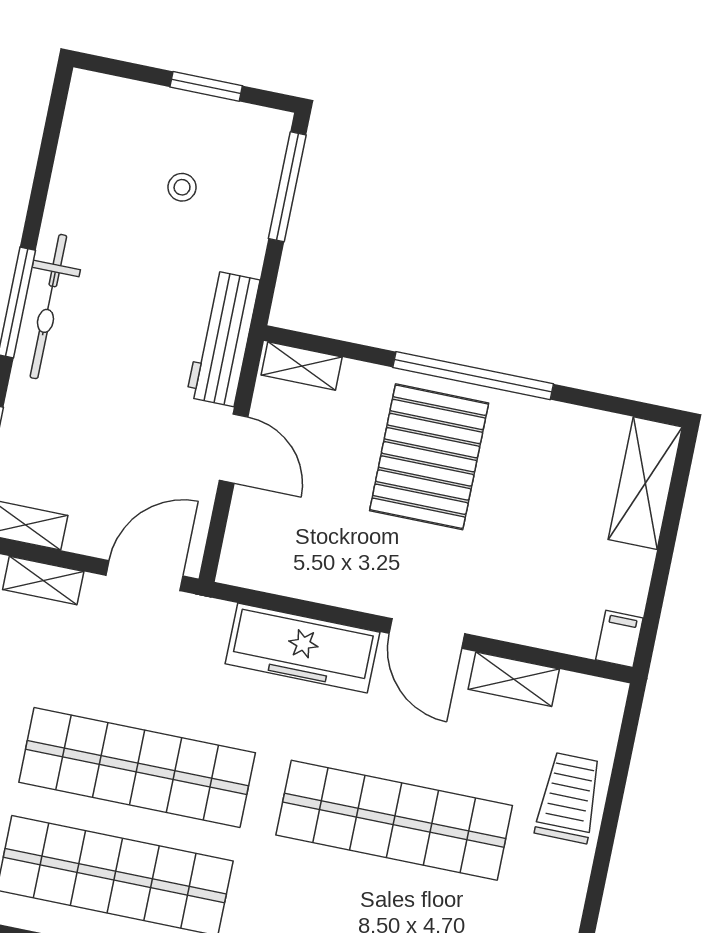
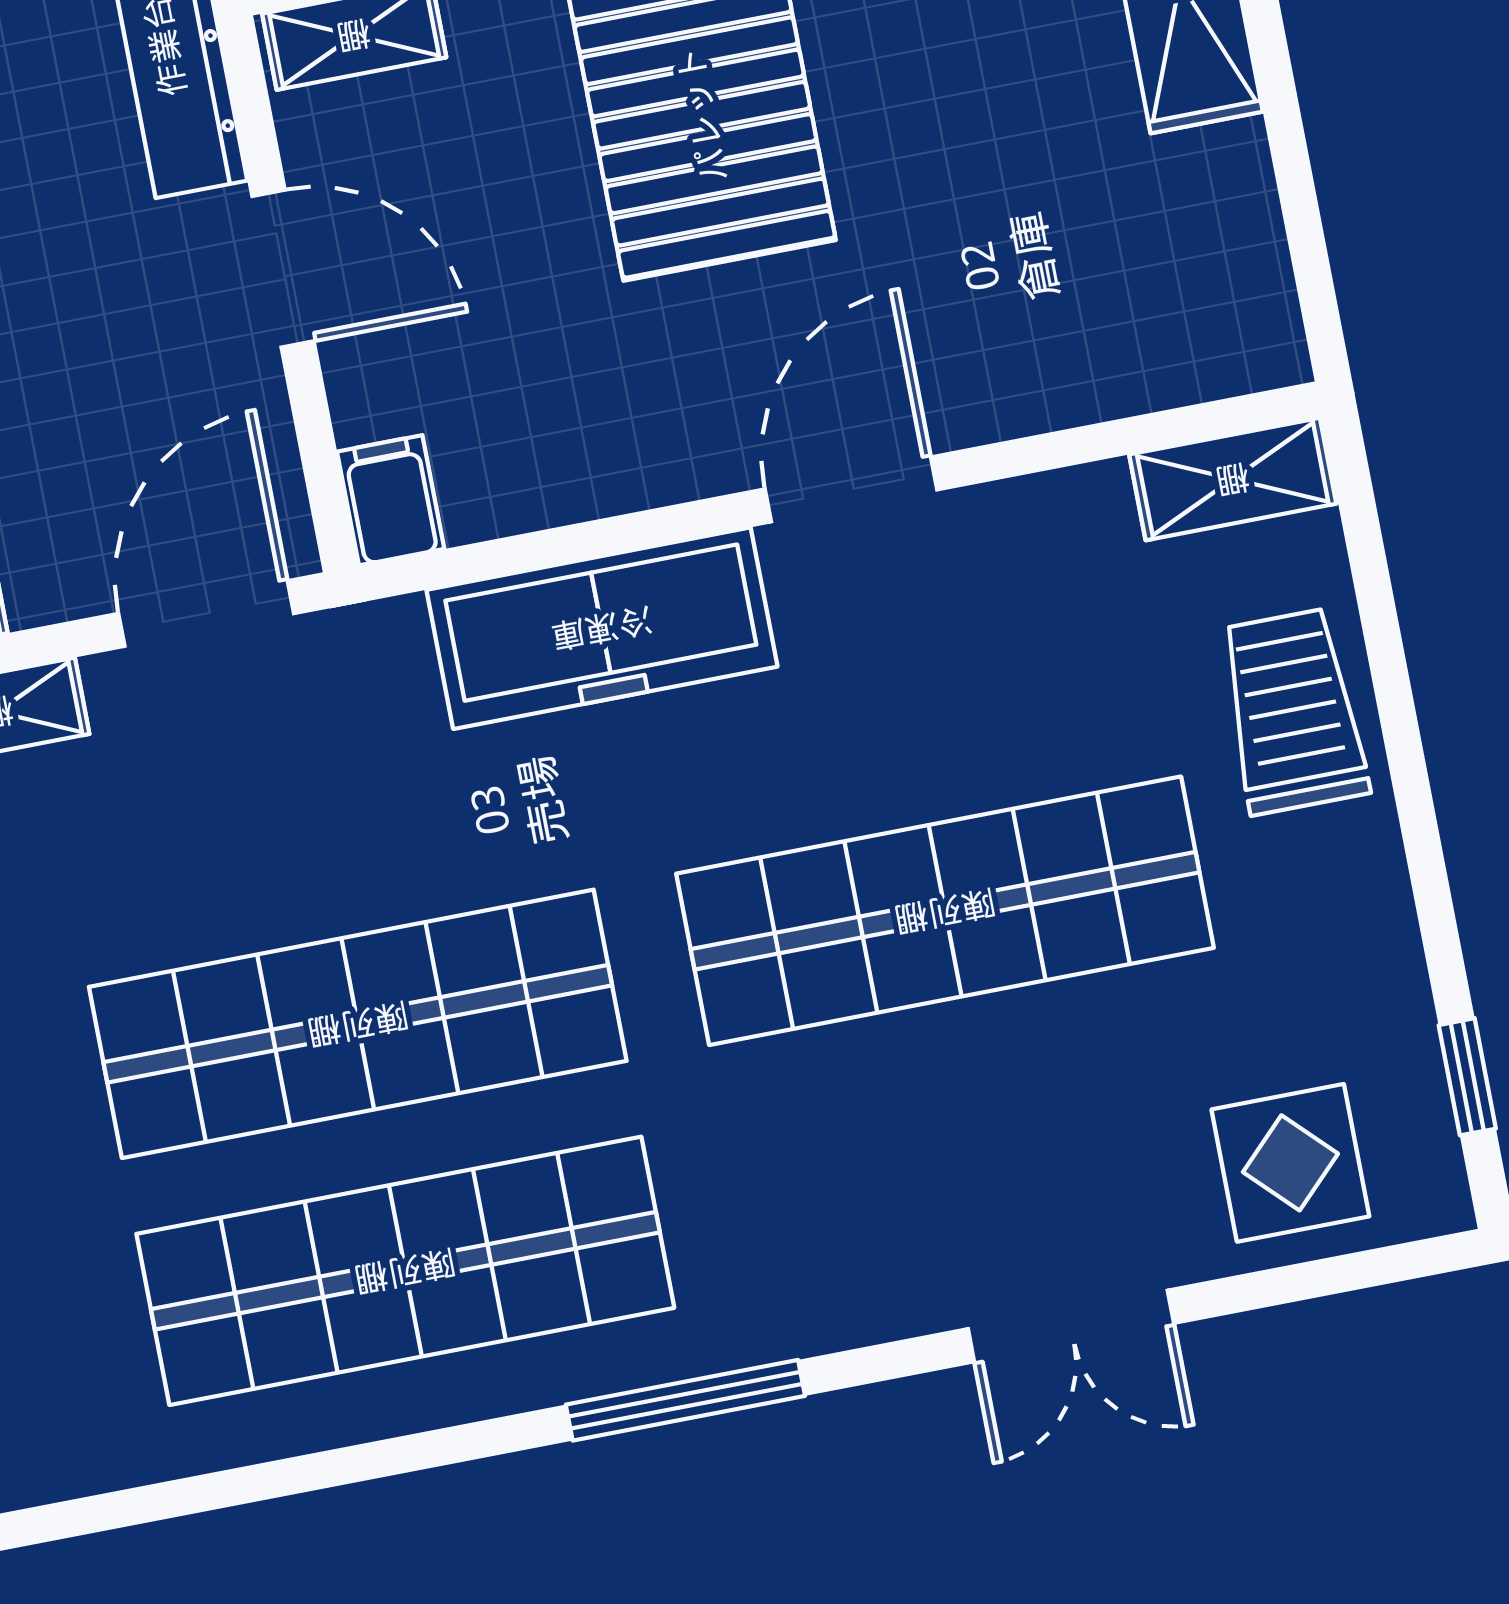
door: (427, 634) -> (851, 489), swing flipped
filing cabinet: (619, 639) -> (391, 500), moved
shelving: (514, 679) -> (1233, 479), moved

